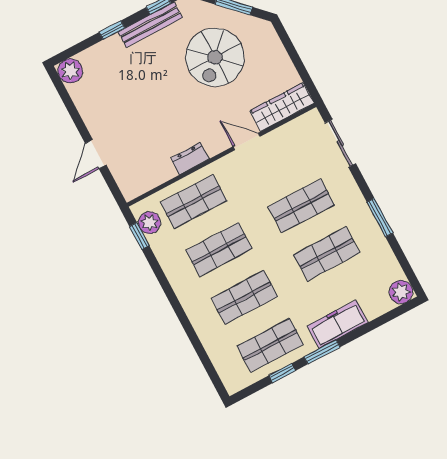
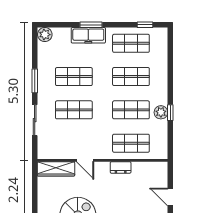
sliding door: (340, 143) -> (35, 120), moved
door: (96, 154) -> (170, 197), swing flipped
plant: (150, 223) -> (161, 112), moved
window: (139, 236) -> (170, 113), moved
window: (322, 352) -> (91, 25), moved
window: (282, 373) -> (145, 25), moved

